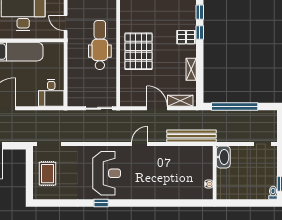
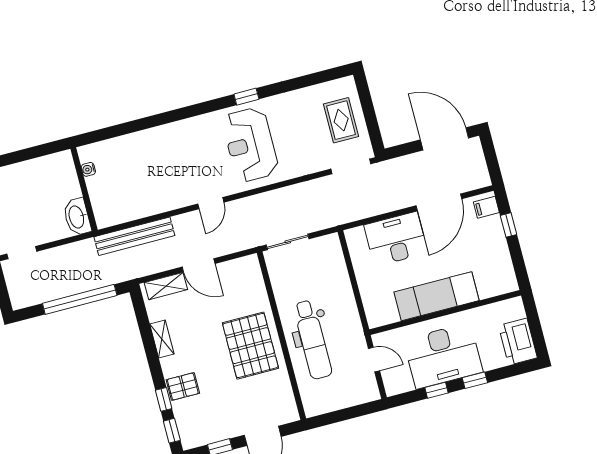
desk: (51, 93) -> (396, 239), moved, width x1.37

